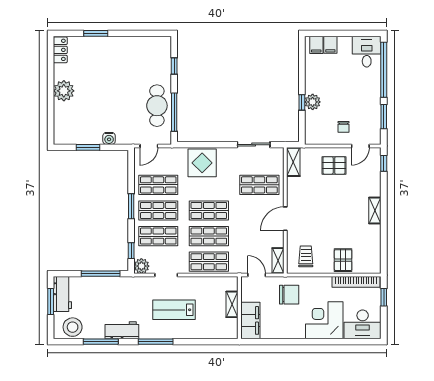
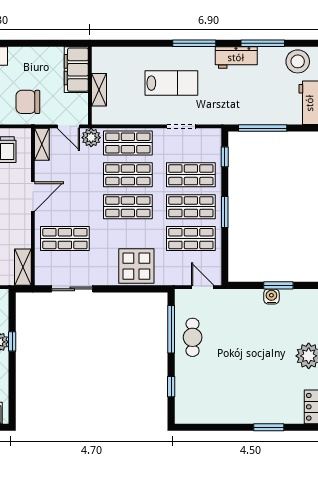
cafe table: (157, 106) -> (193, 337), width x0.73, depth x0.74
water cooler: (109, 138) -> (271, 296), moved
door: (149, 146) -> (203, 287), hinge flipped
plant: (141, 266) -> (91, 138), moved

